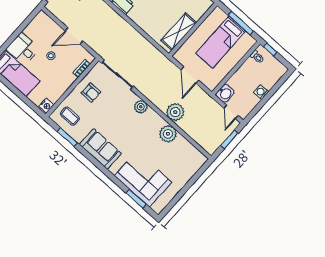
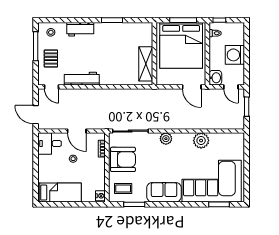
door: (74, 36) -> (77, 131), hinge flipped
bed: (221, 42) -> (181, 45), width x2.04
desk: (23, 49) -> (50, 143), moved
door: (190, 75) -> (192, 87), moved
armchair: (91, 92) -> (123, 159), width x1.88, depth x1.88
washing machine: (261, 92) -> (235, 55), width x1.89, depth x1.89
plant: (175, 112) -> (193, 121), removed
corner sofa: (143, 179) -> (212, 181), width x1.36, depth x1.36

